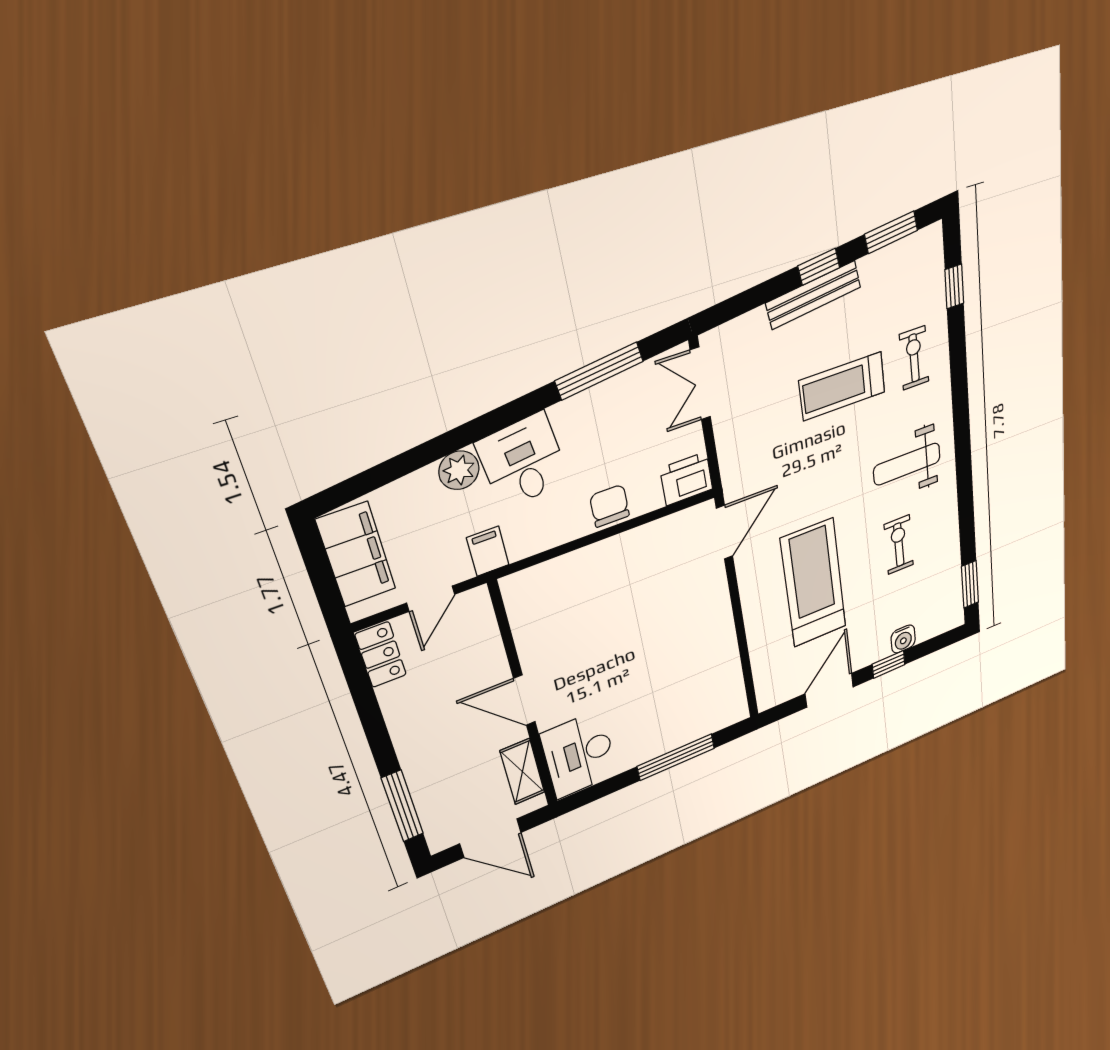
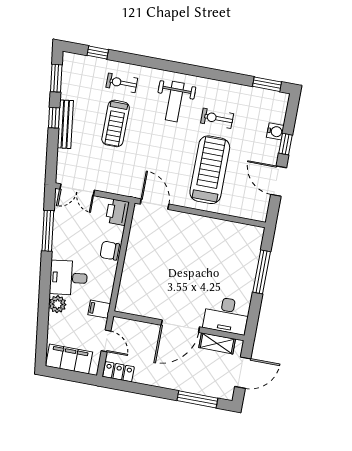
treadmill: (813, 583) -> (210, 170), turned 90
door: (524, 700) -> (180, 326), width x1.36

